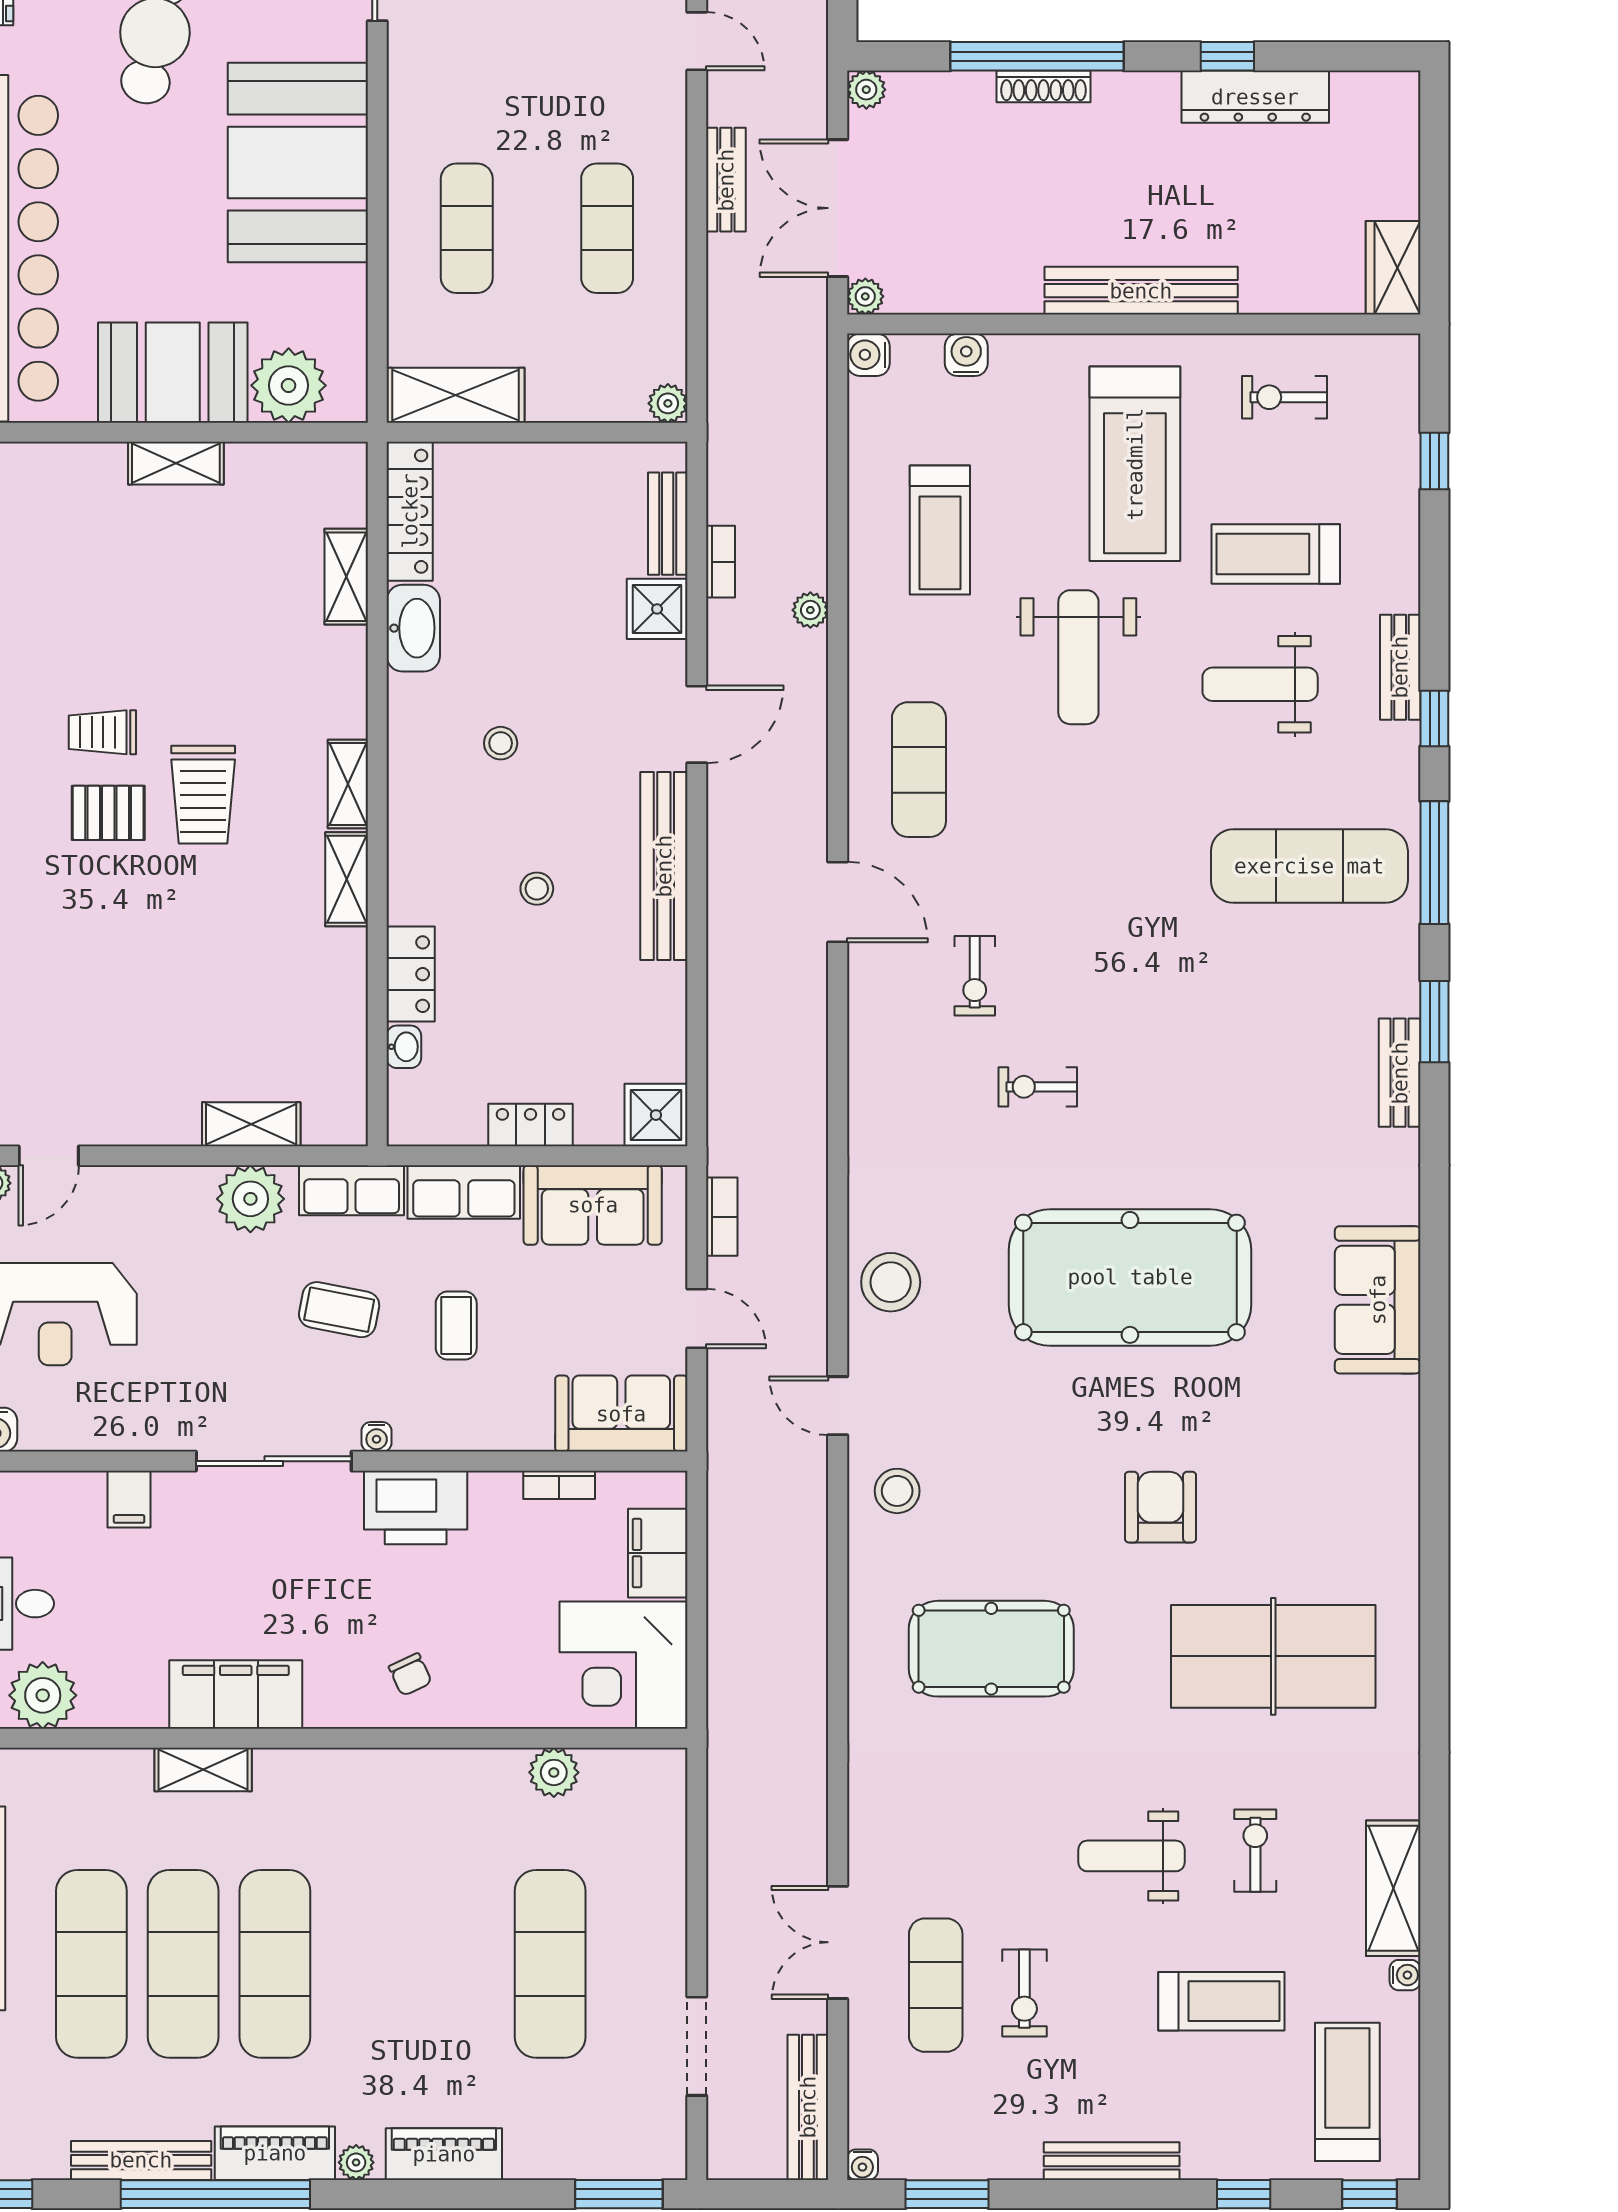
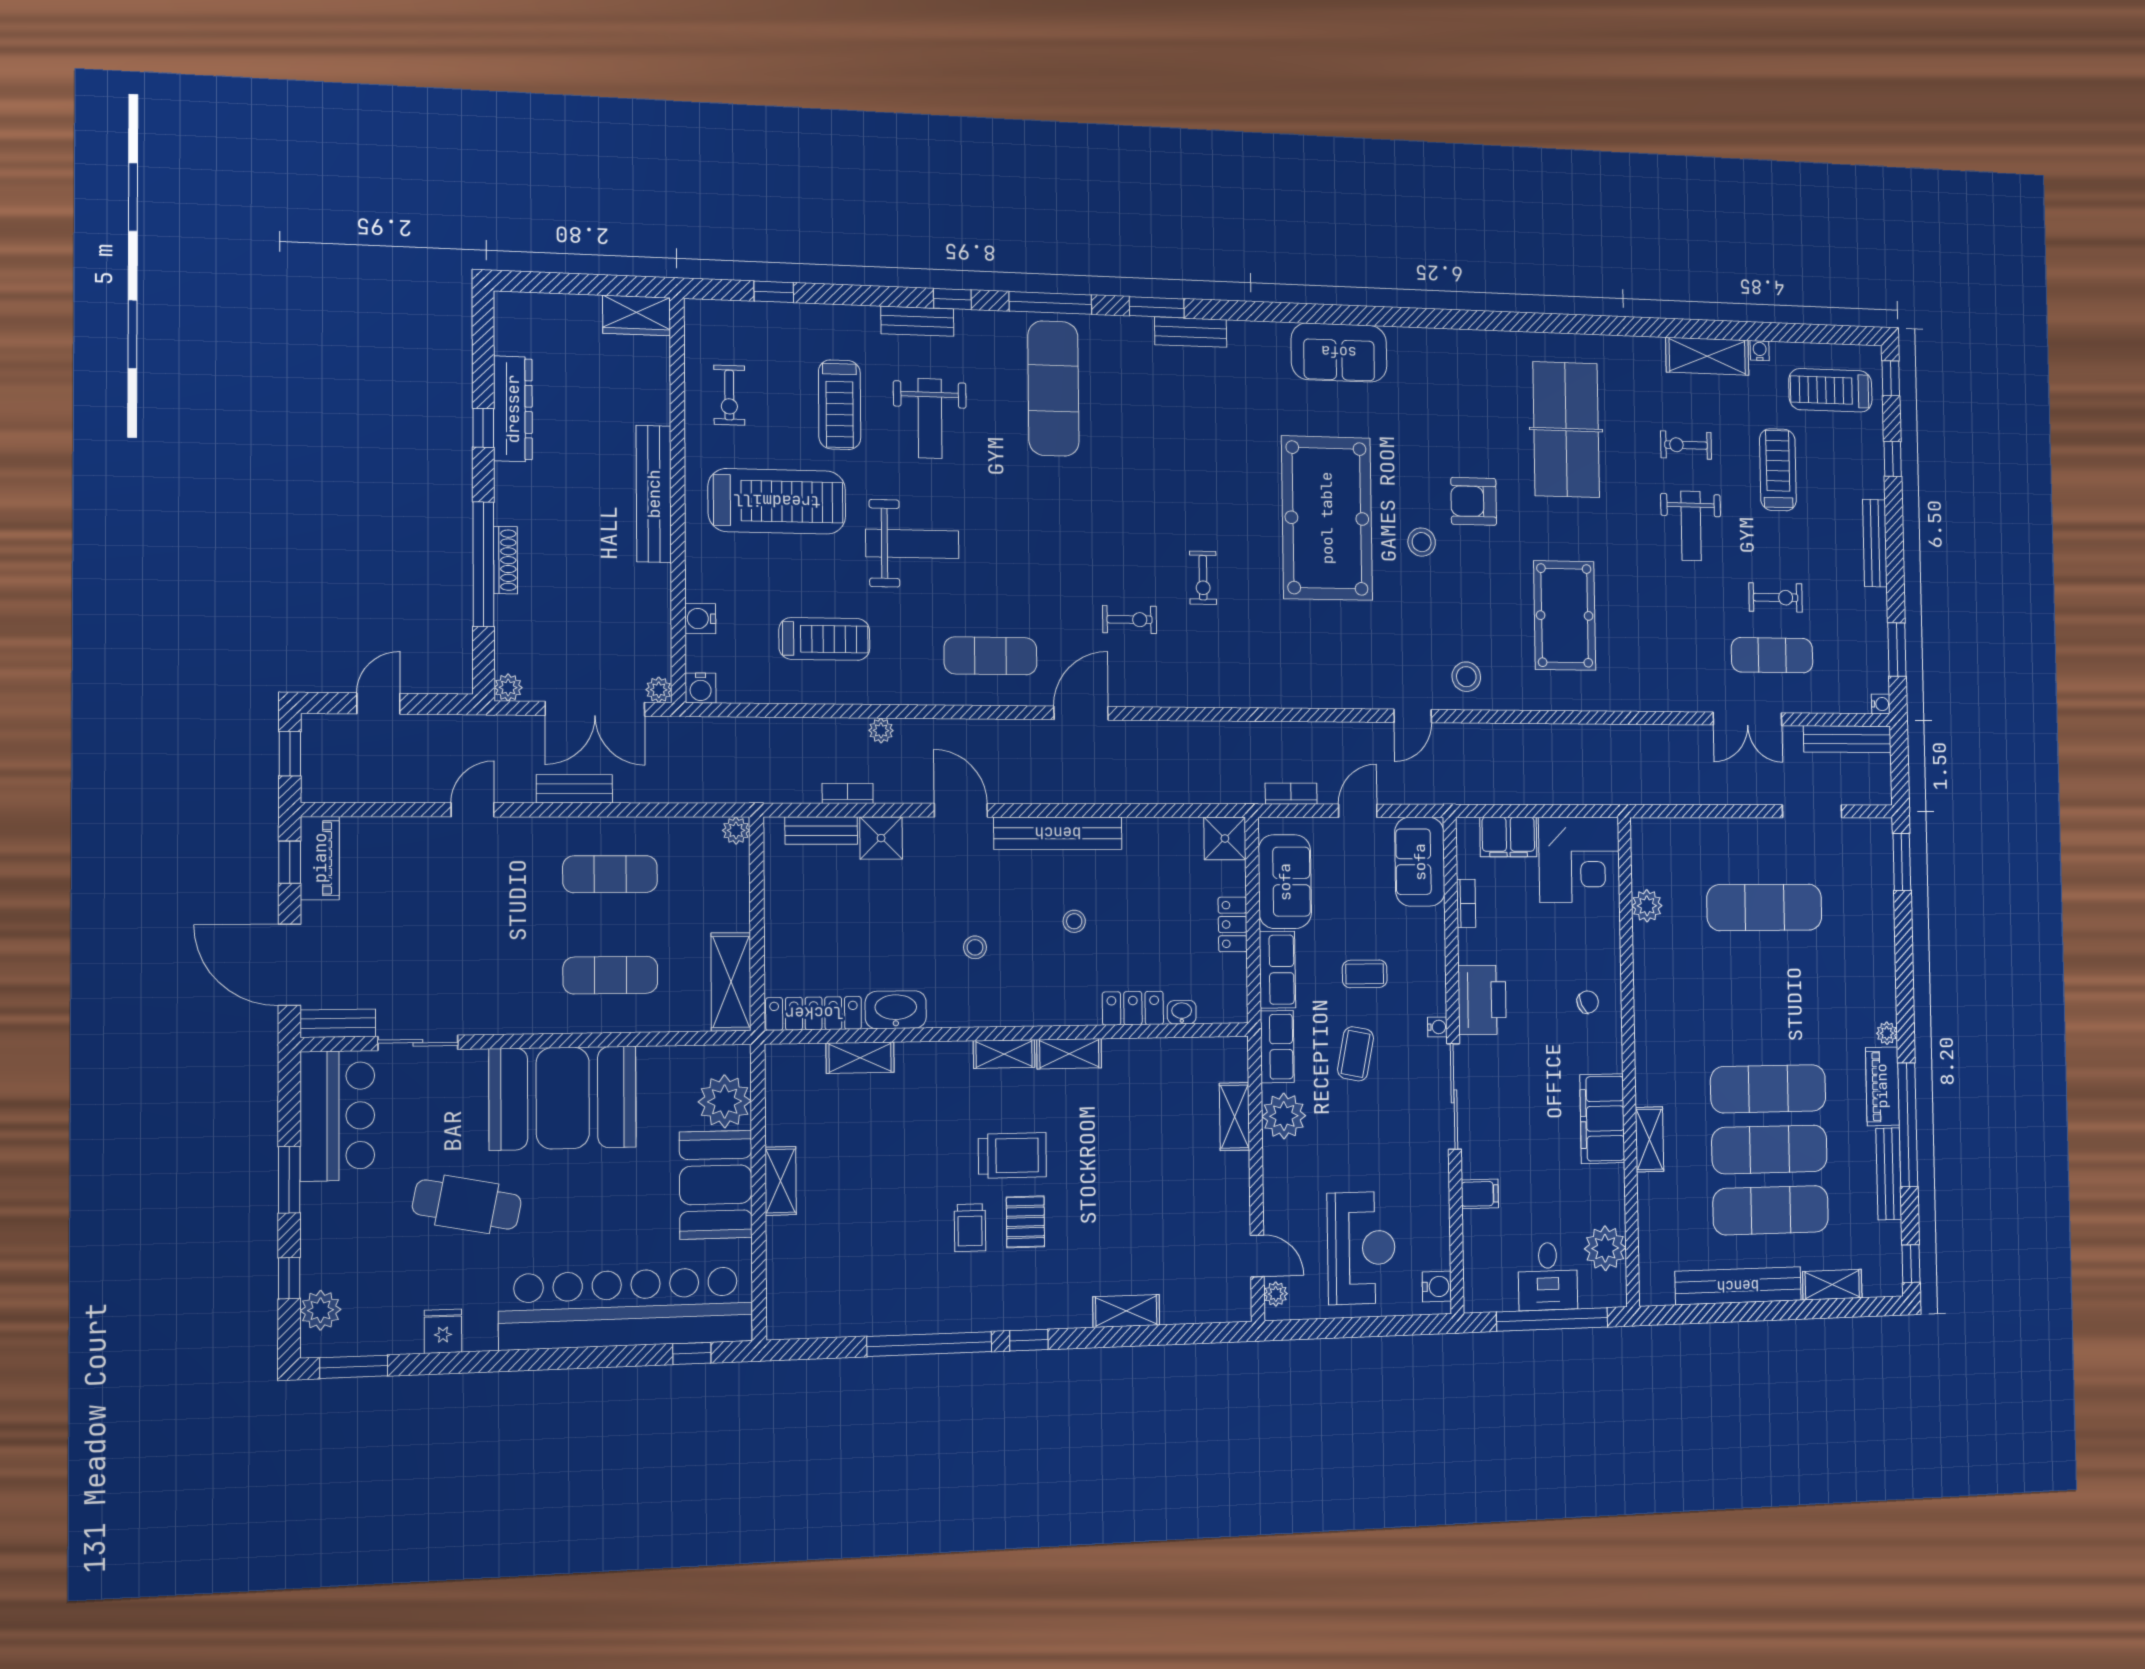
stool: (891, 1282) -> (1422, 542), moved, width x0.73, depth x0.73
piano: (444, 2154) -> (1881, 976), removed

